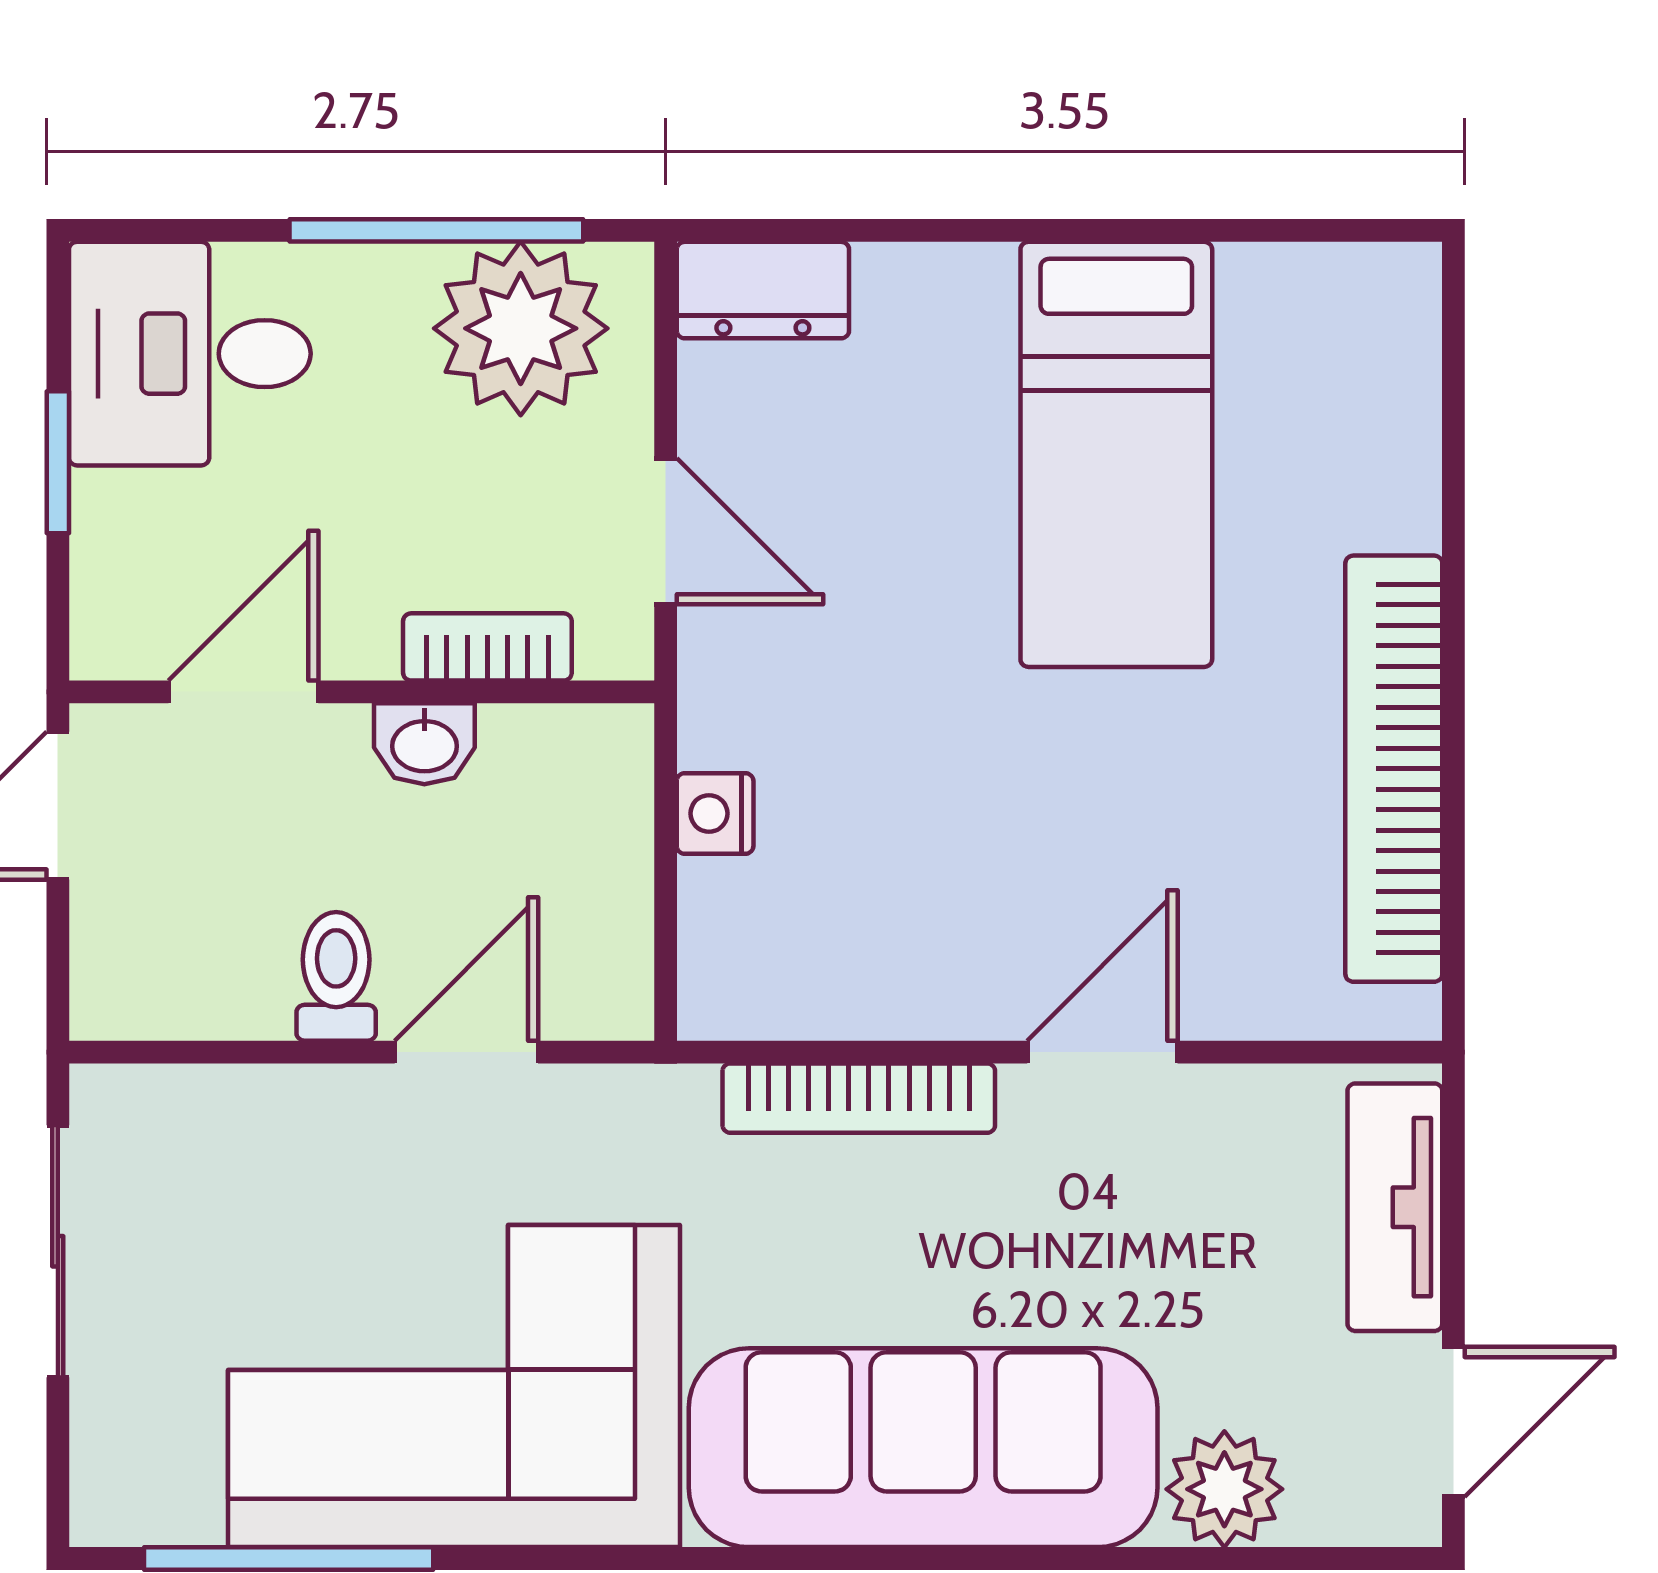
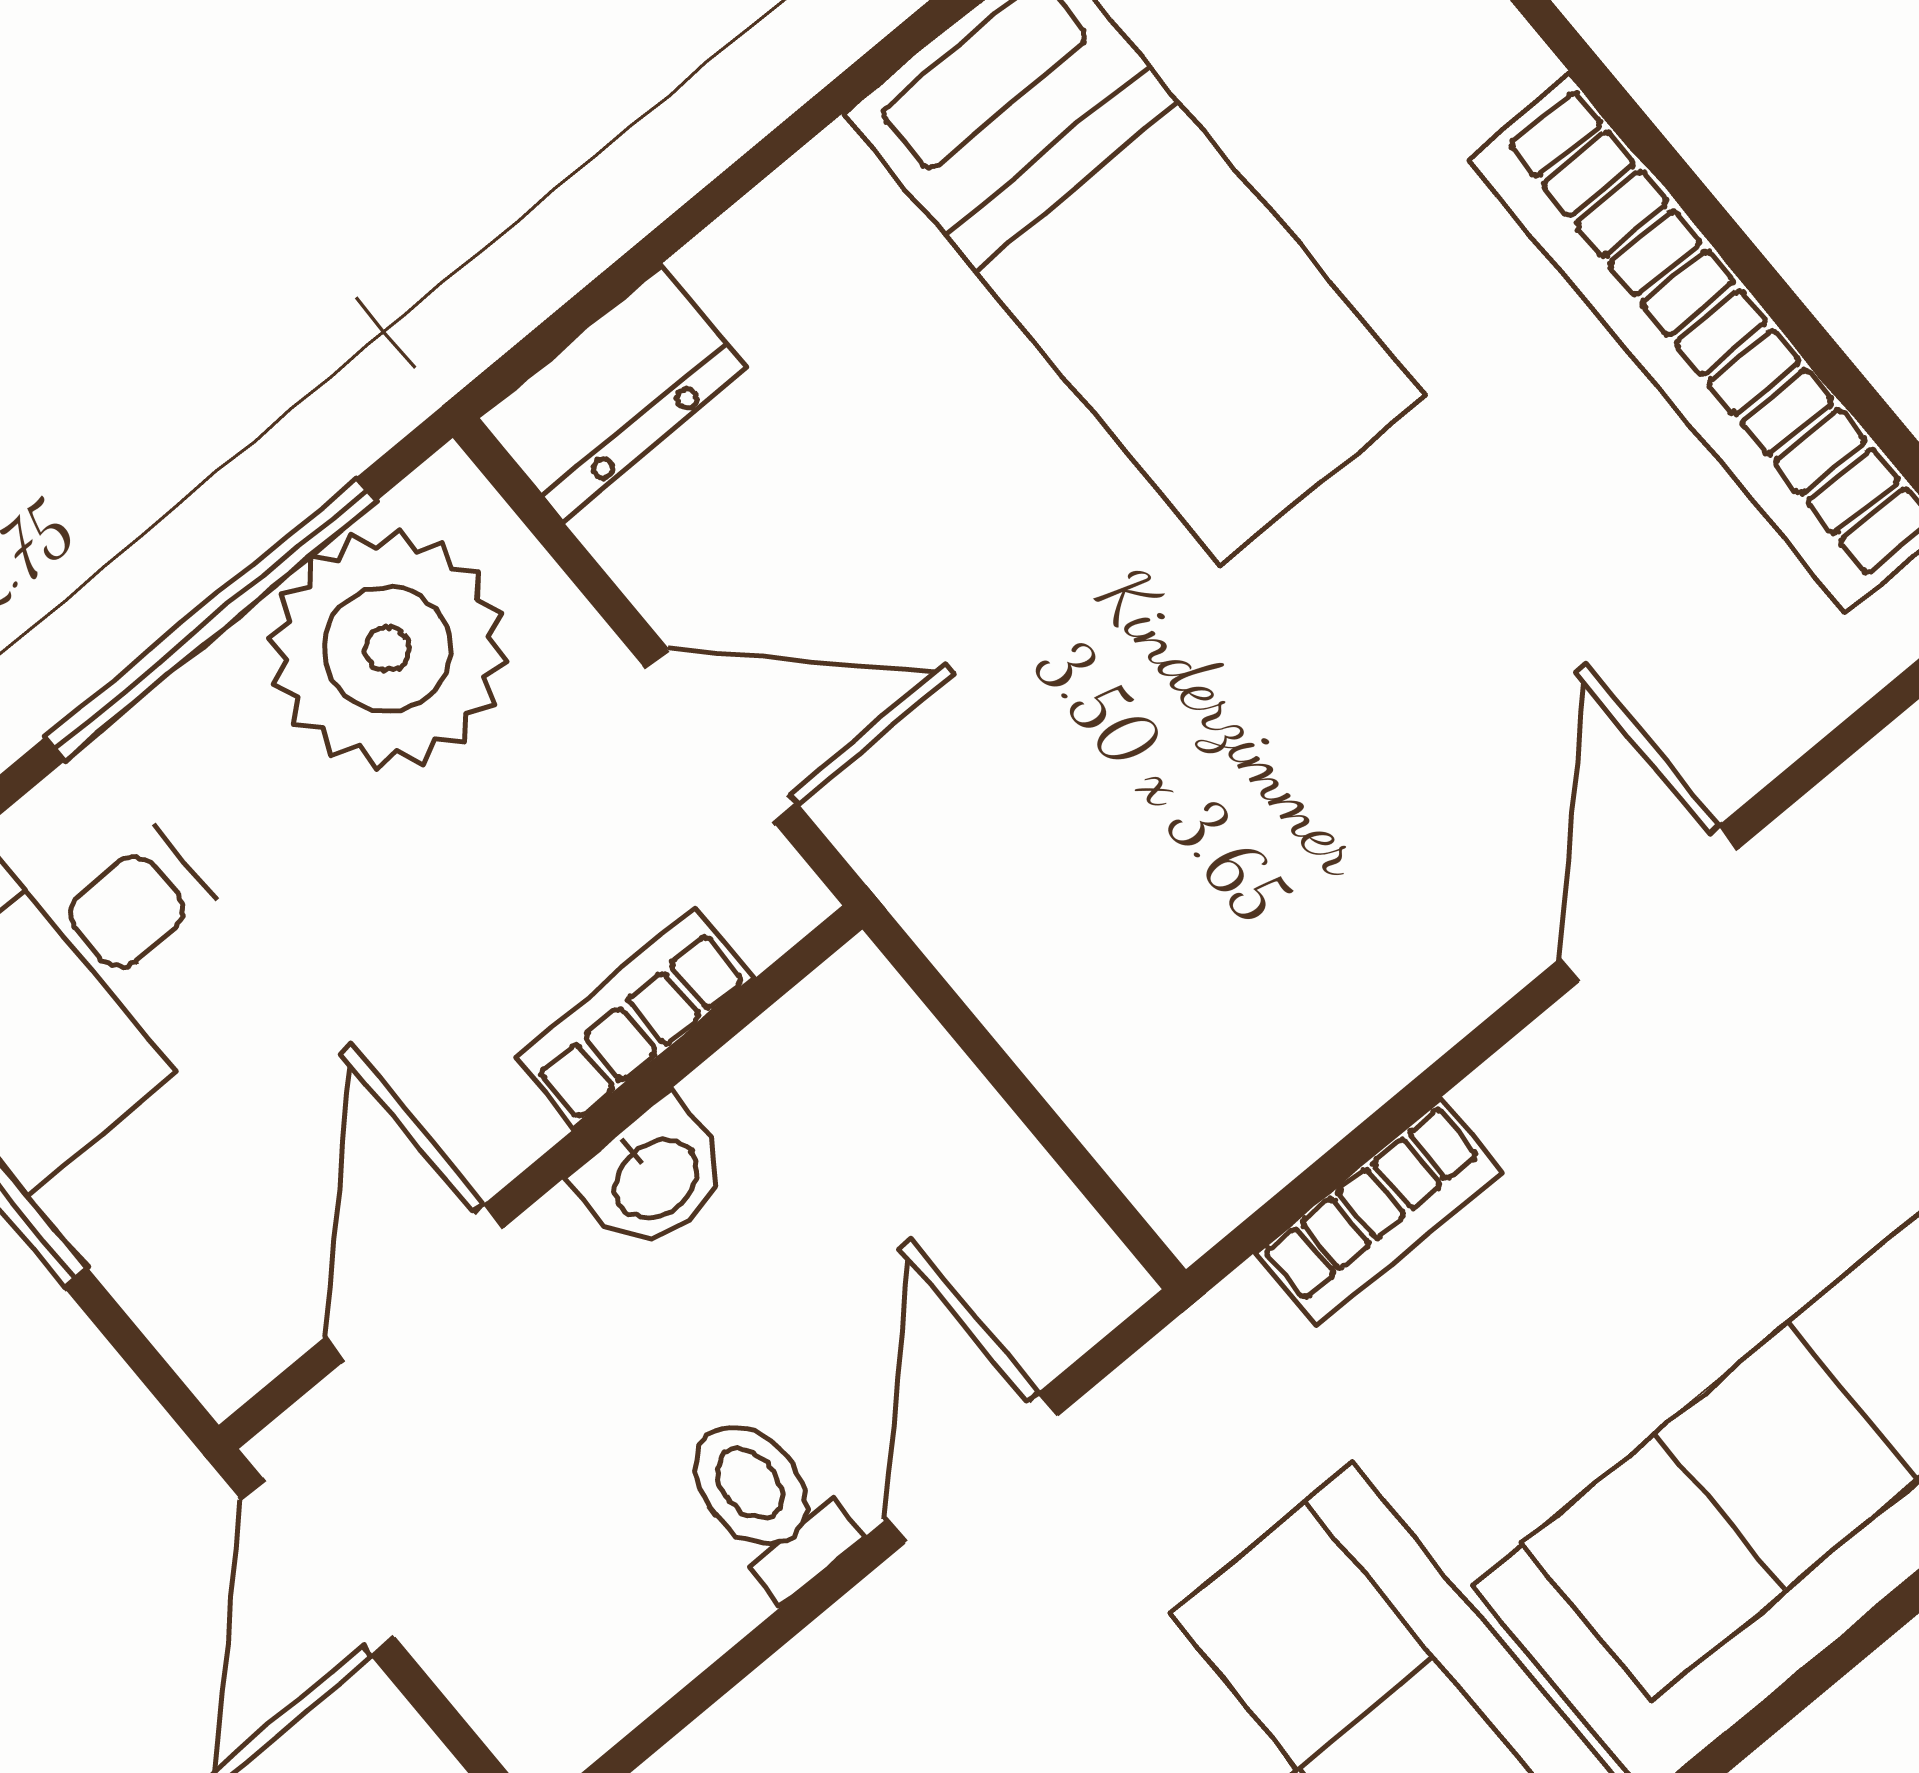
nightstand: (715, 813) -> (1025, 993), removed
bookcase: (859, 1098) -> (1378, 1212), width x0.64

